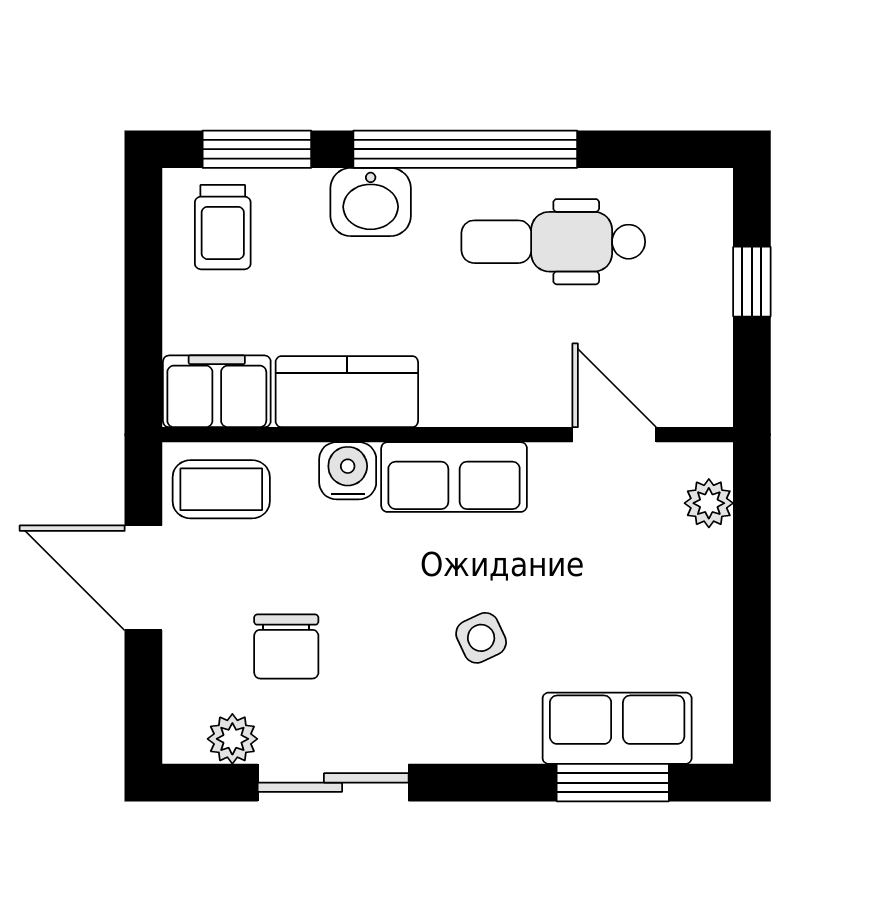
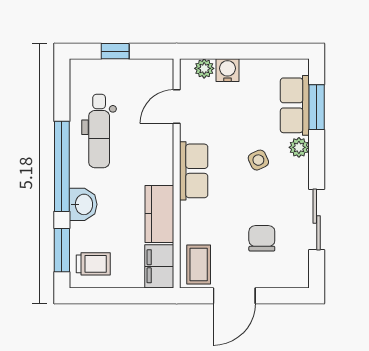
water cooler: (348, 471) -> (228, 70), moved, turned 90
chair: (286, 646) -> (262, 238), turned -90
plant: (232, 739) -> (299, 147), moved

